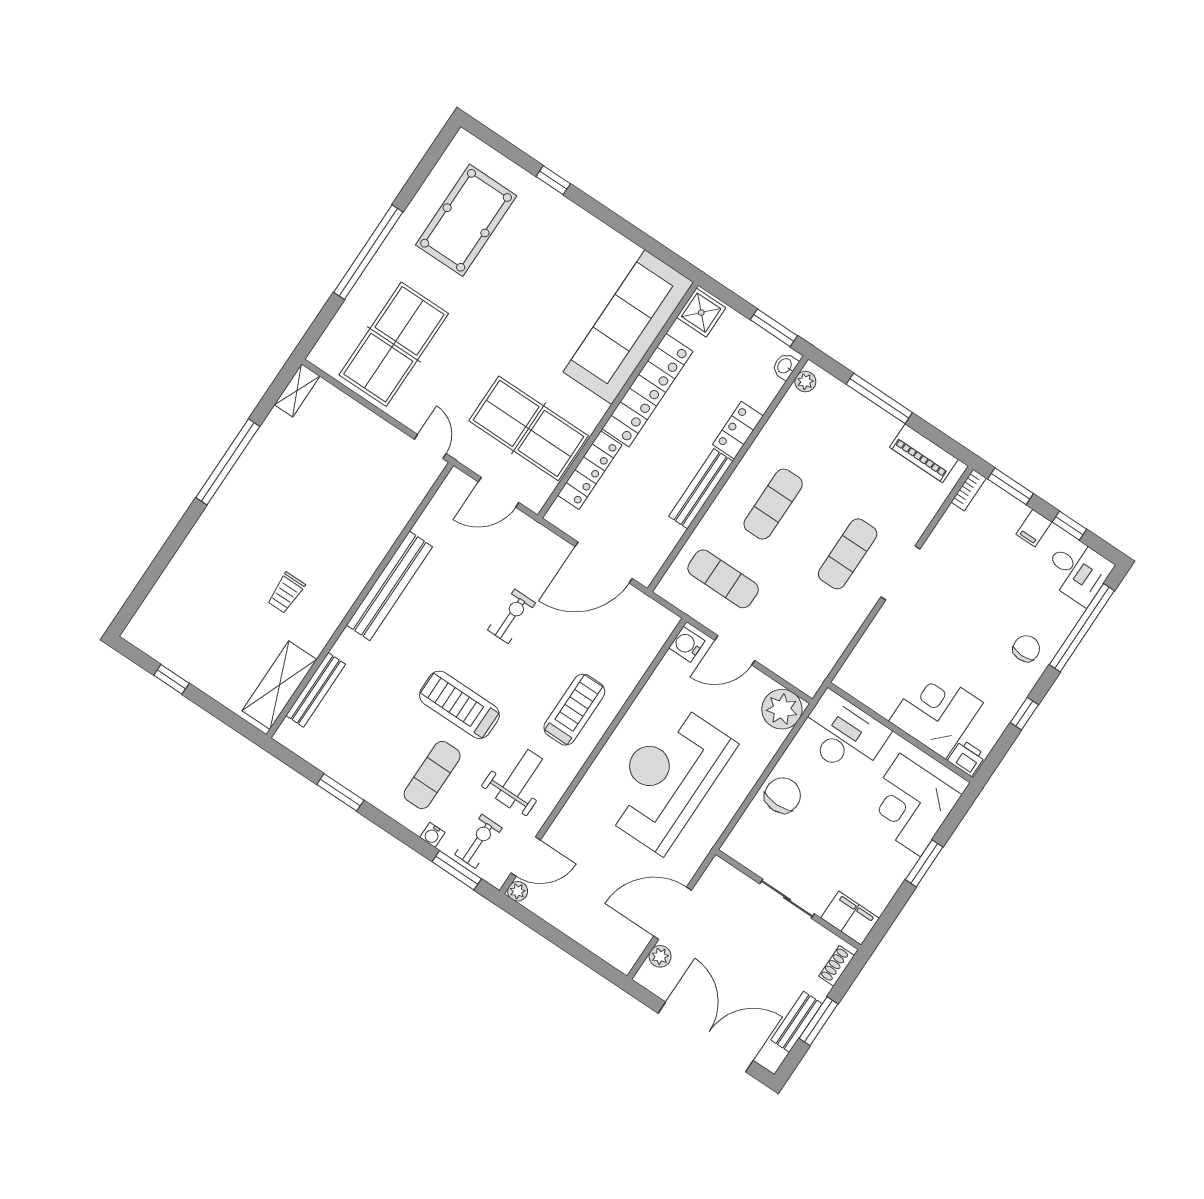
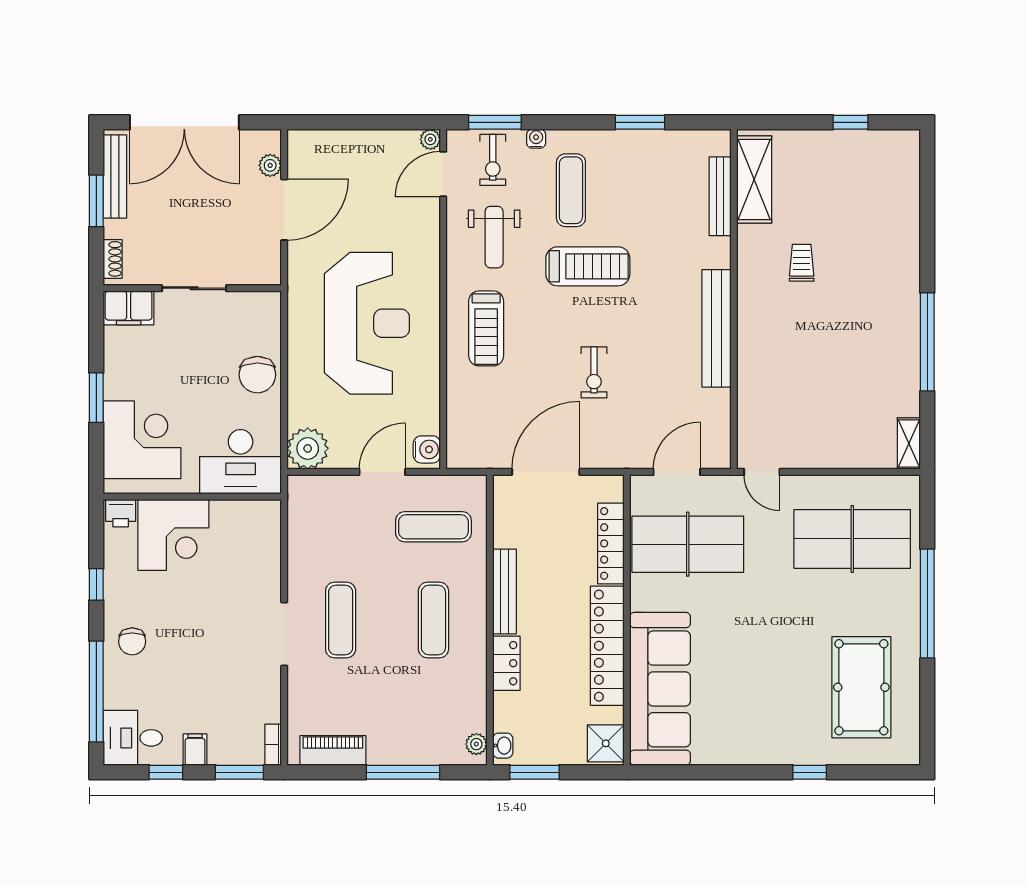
table tennis table: (394, 344) -> (852, 539), turned 90
bench: (797, 1022) -> (115, 177), width x1.36

